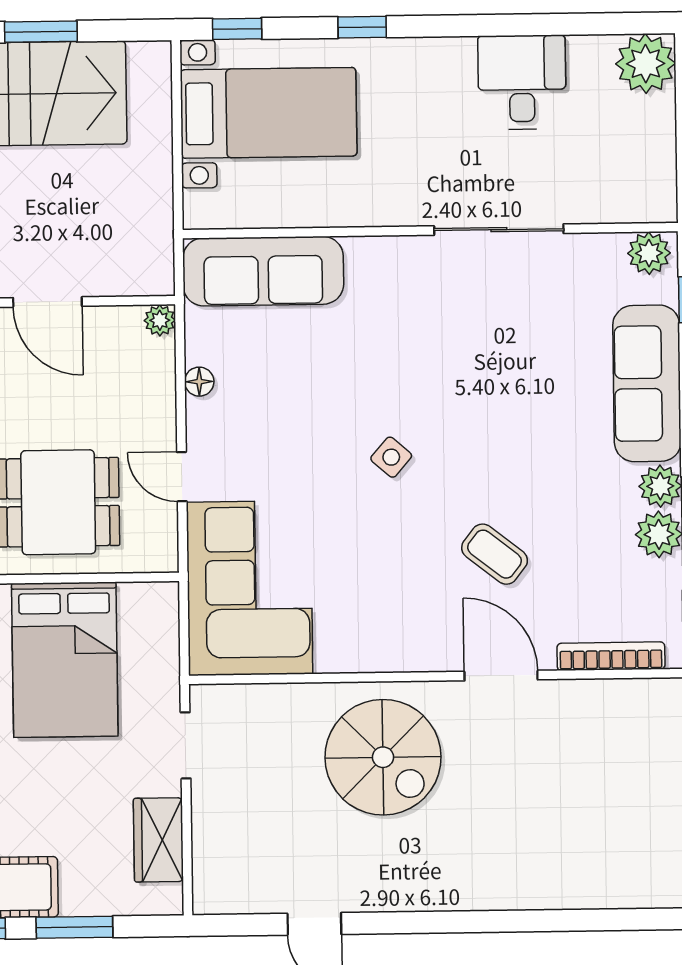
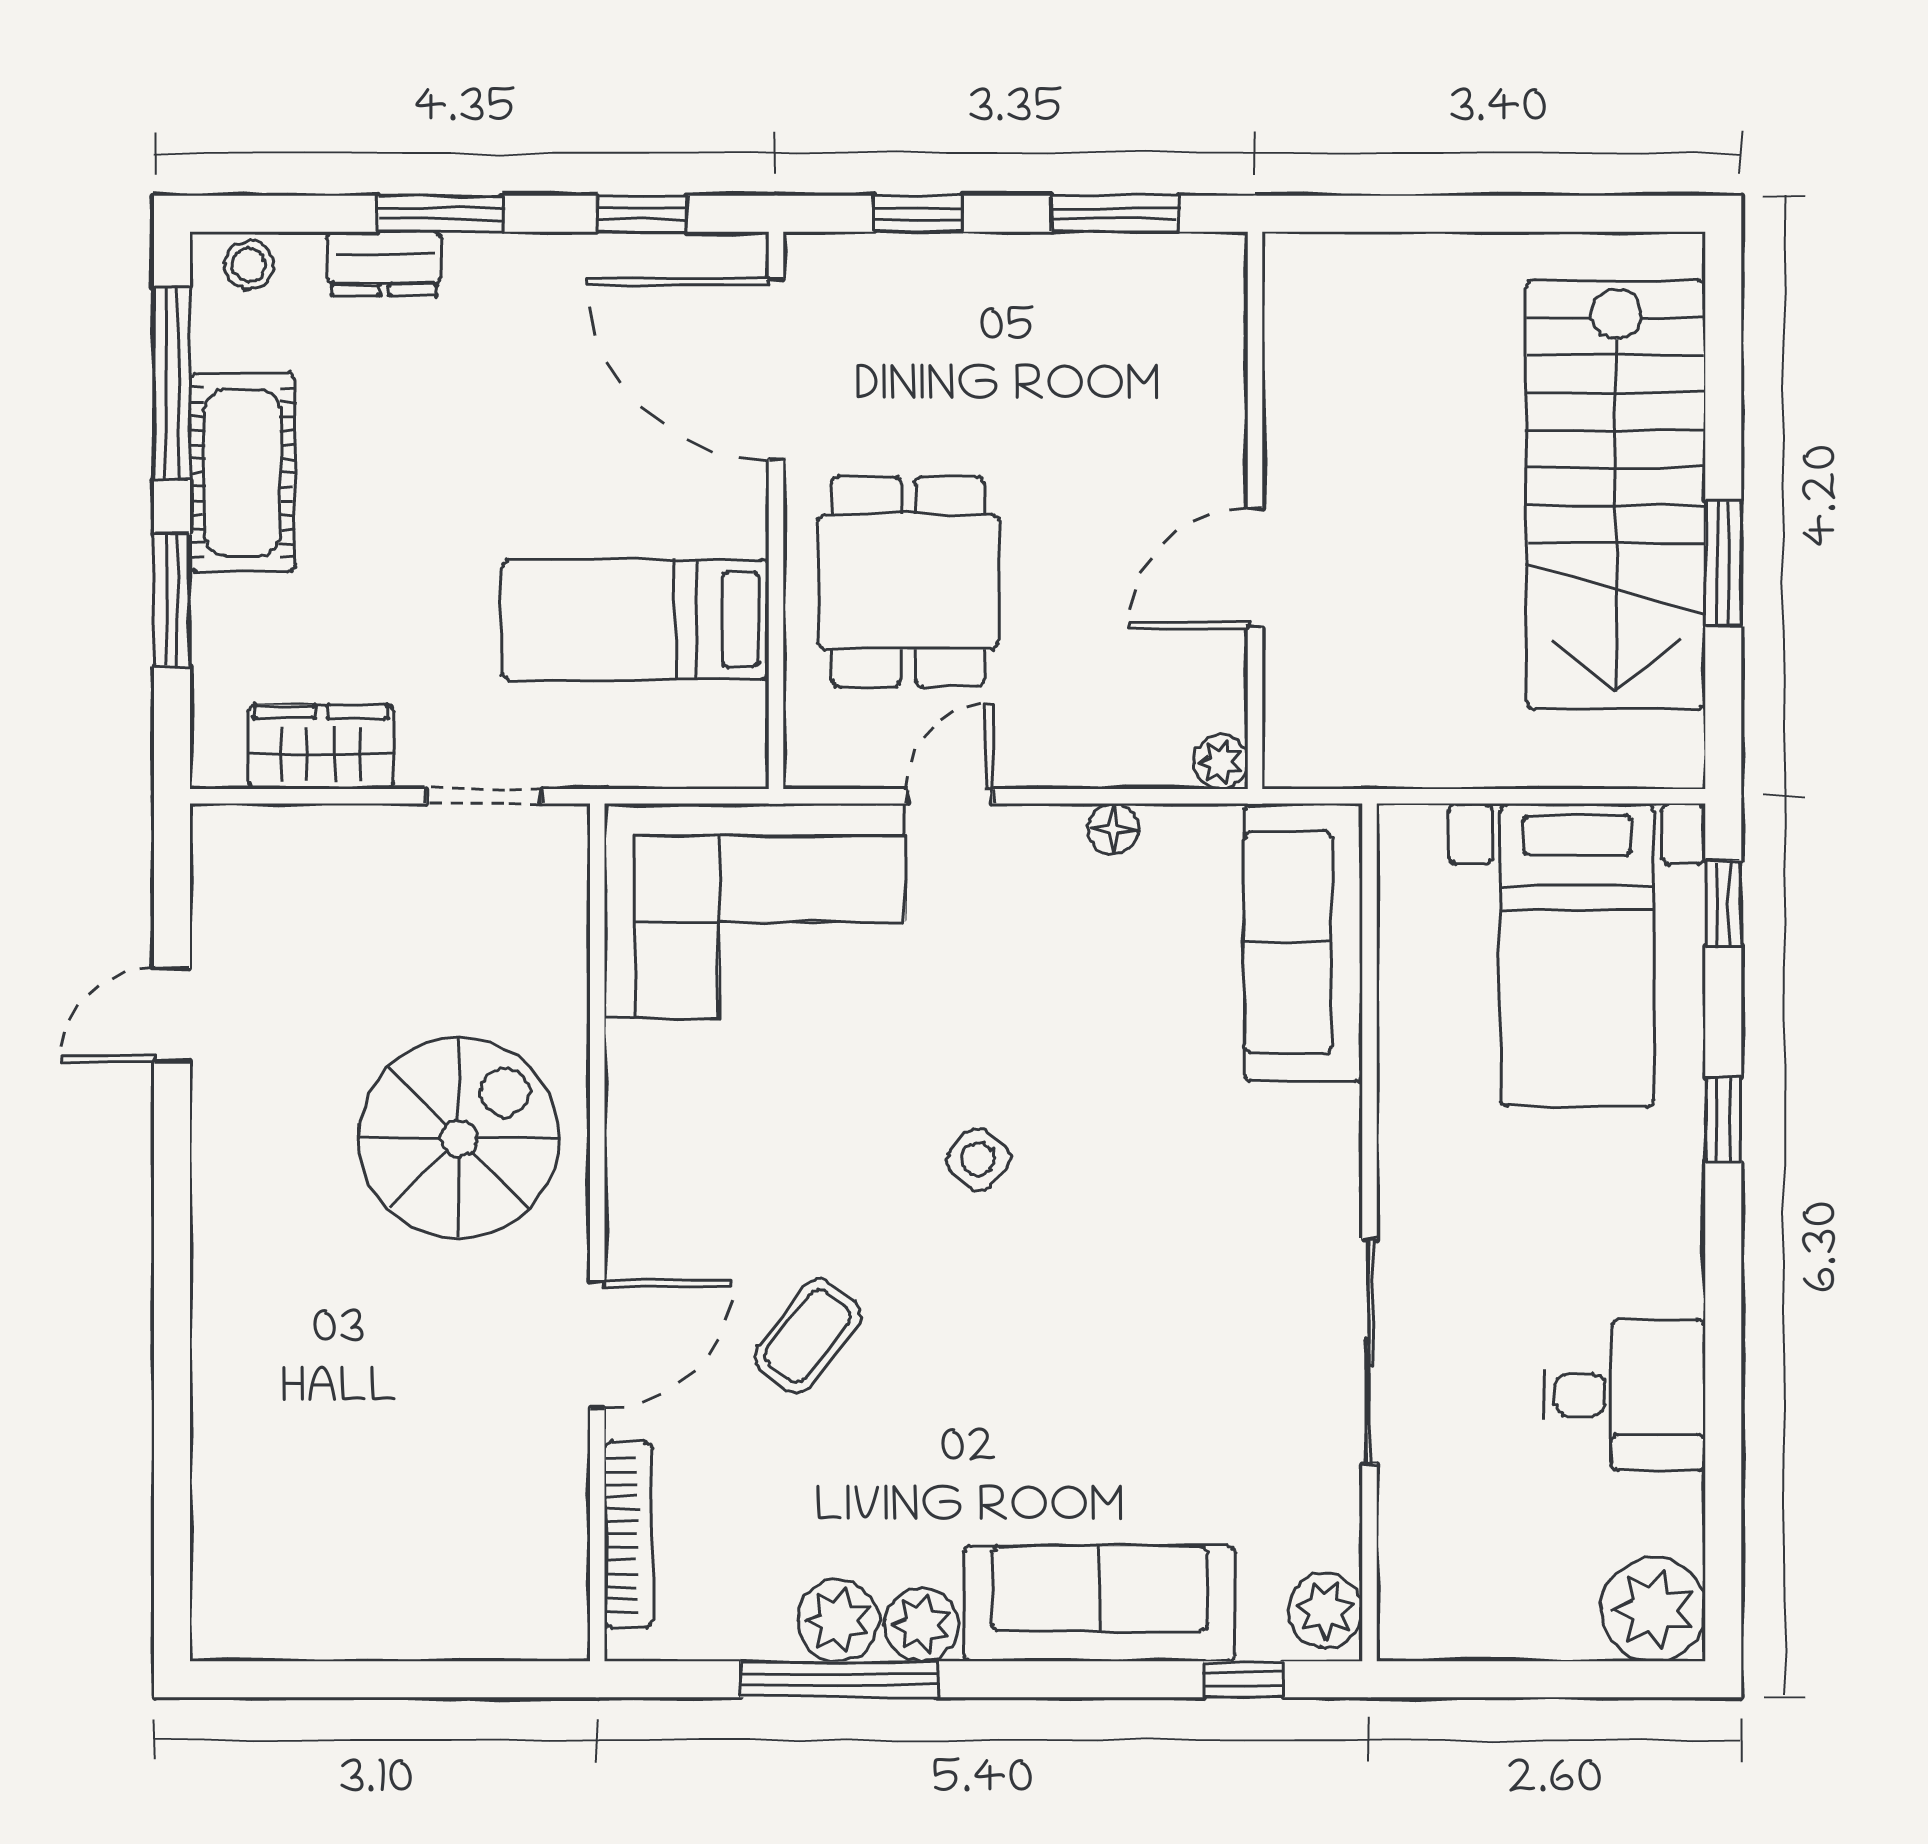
bed: (65, 660) -> (635, 619), width x0.67
spiral stairs: (383, 757) -> (459, 1138), turned 180

